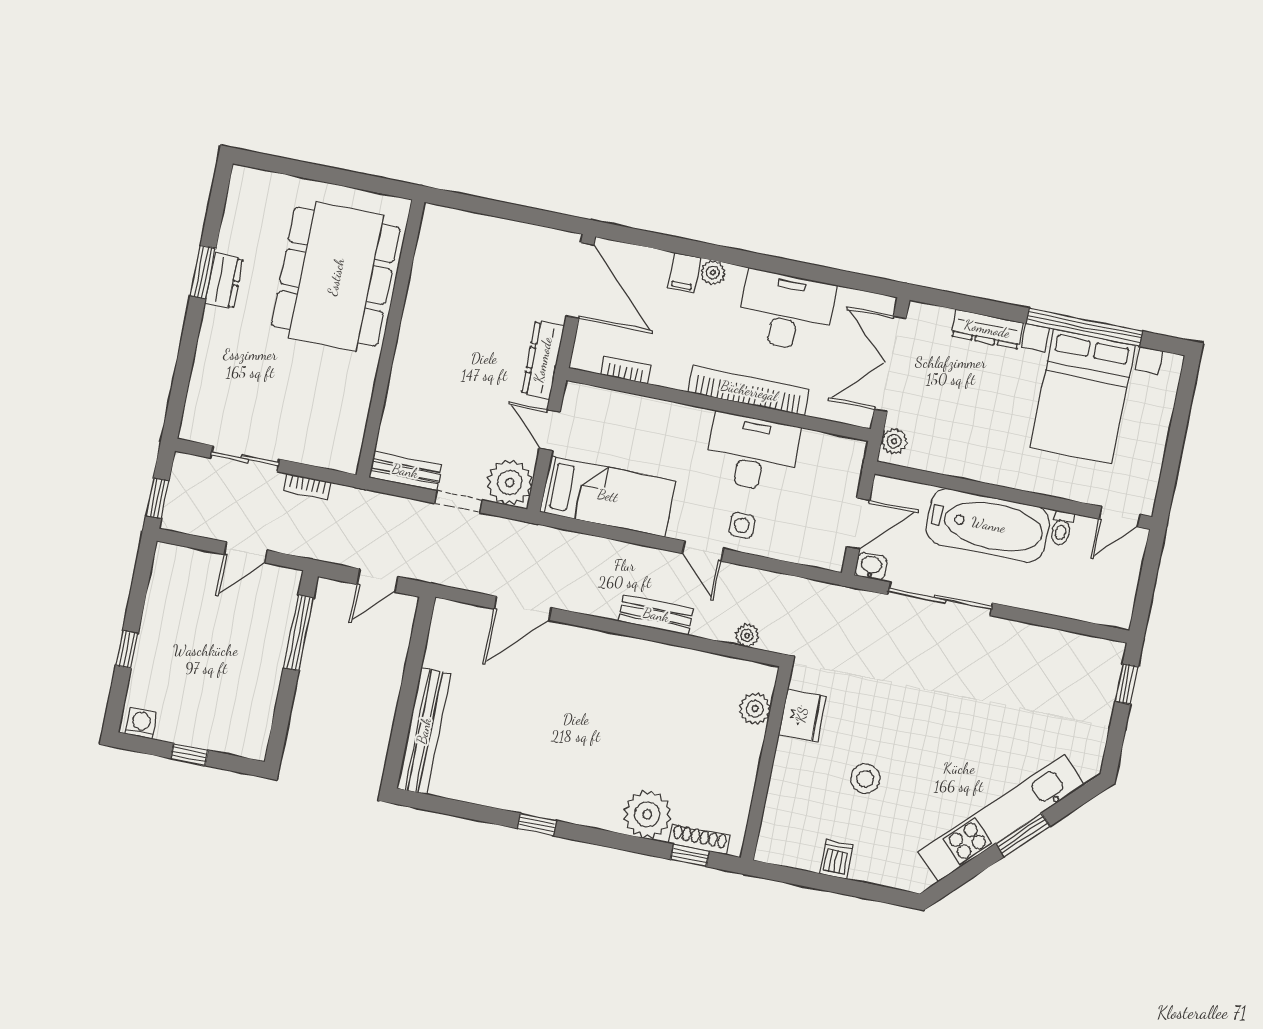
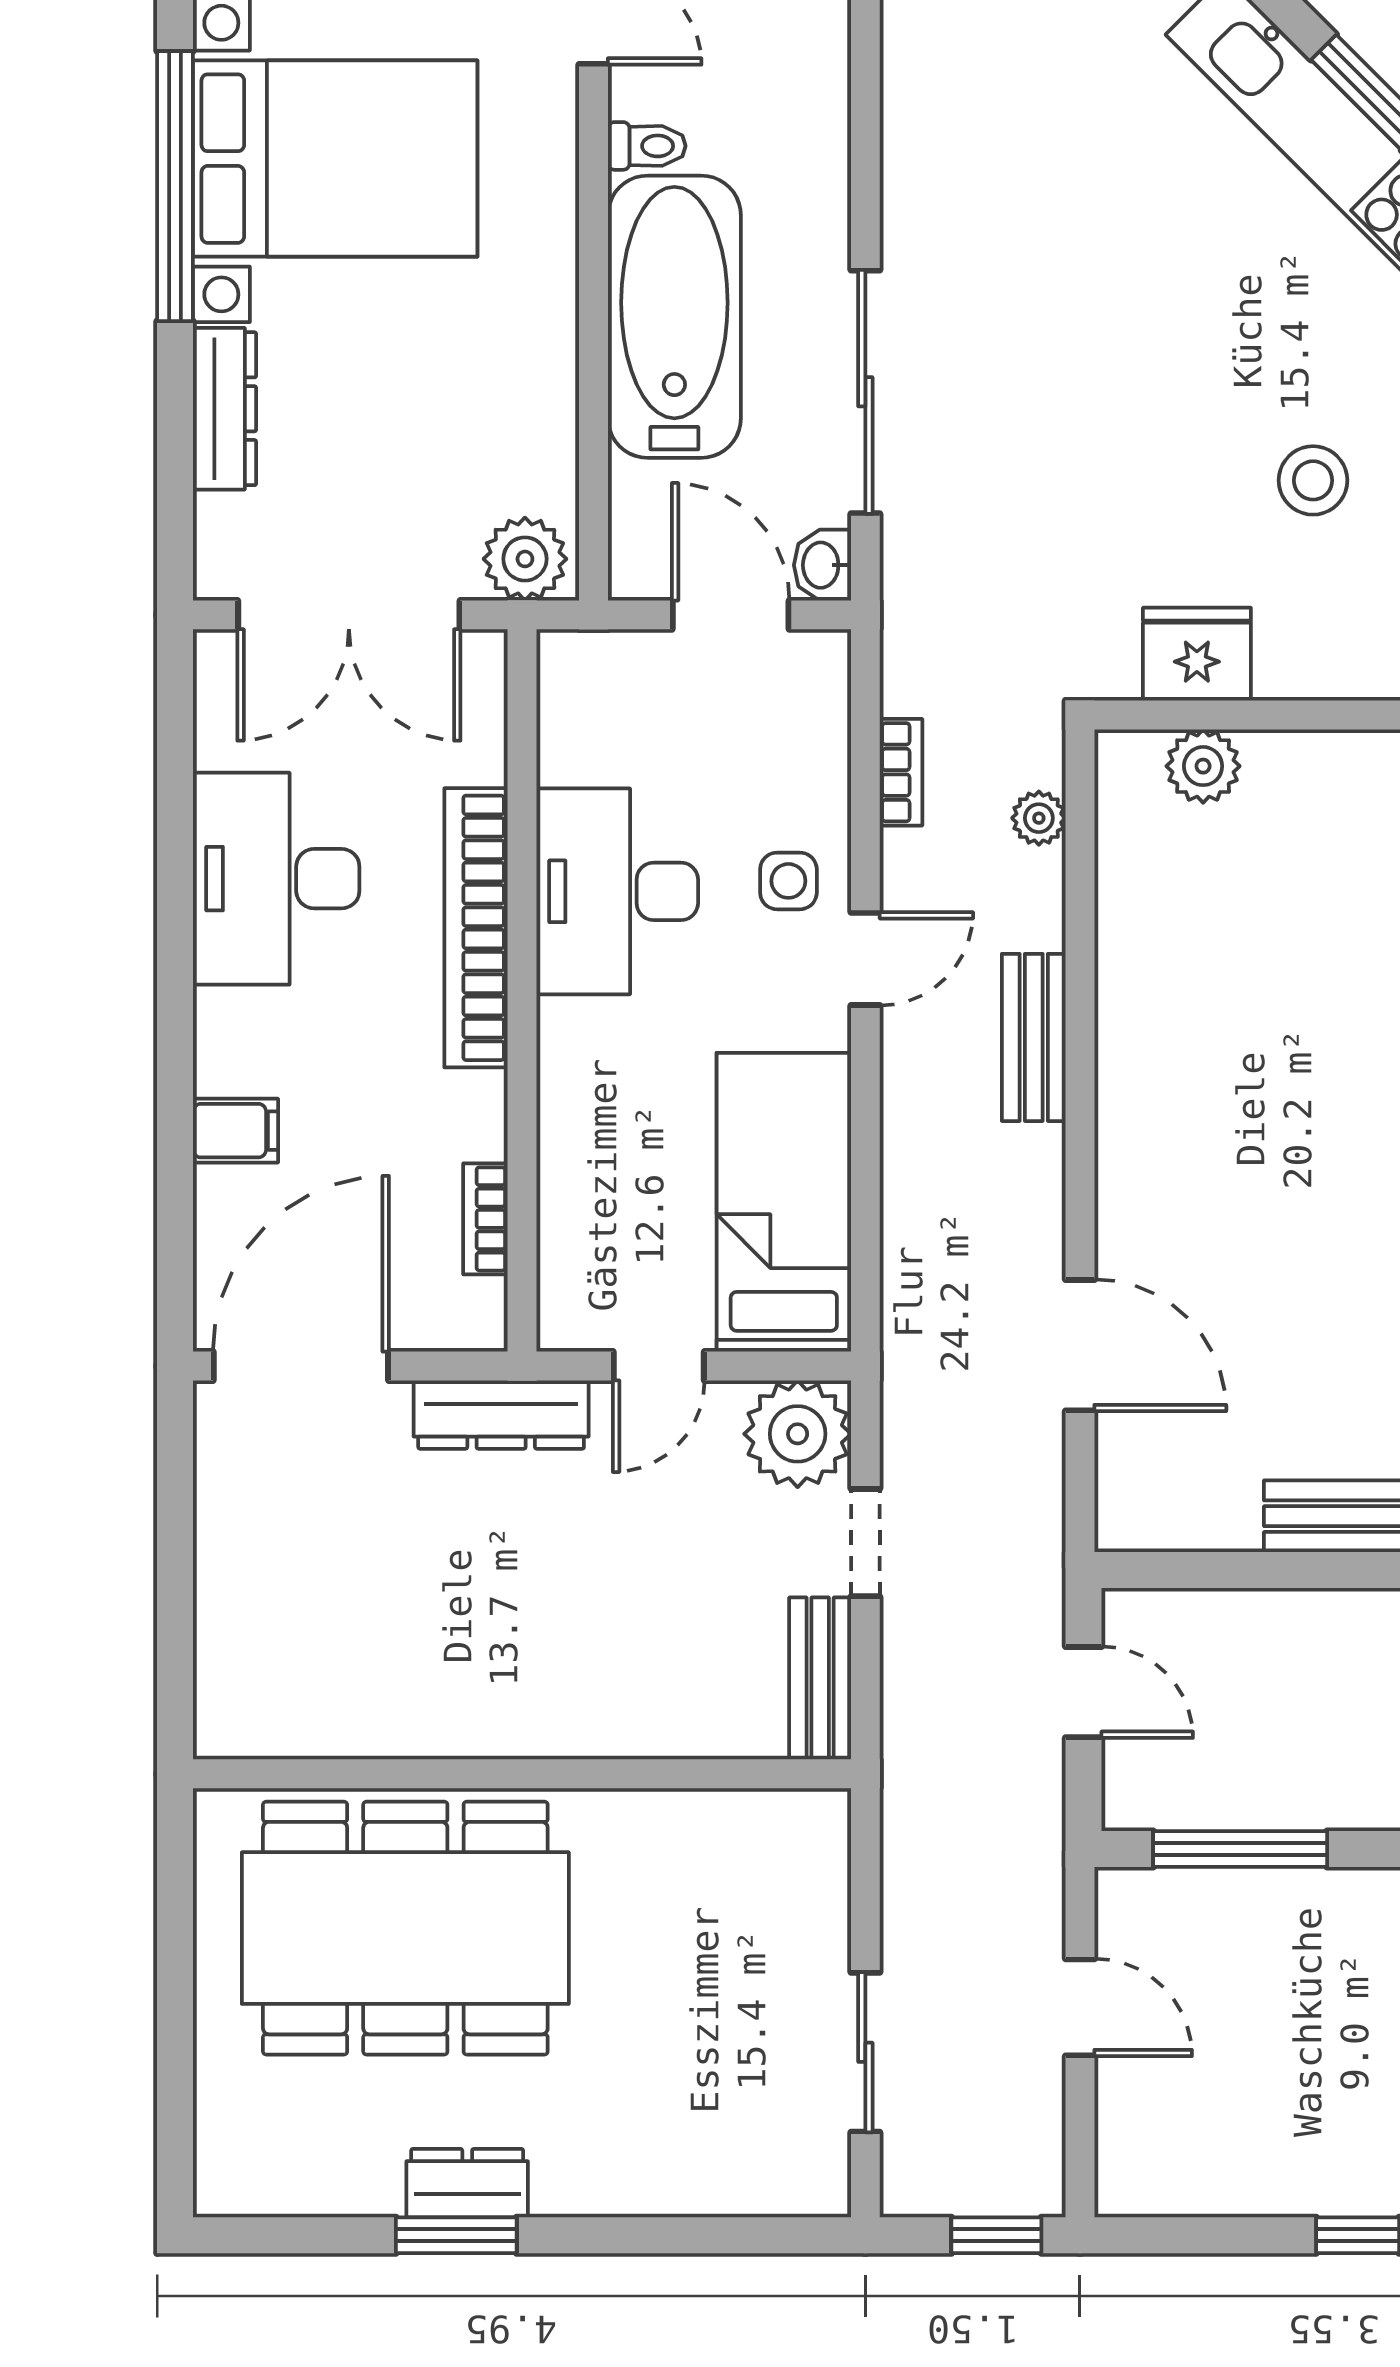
plant: (713, 273) -> (222, 1064), removed
plant: (894, 441) -> (525, 559), width x1.38, depth x1.38
bookcase: (307, 487) -> (901, 772), moved

